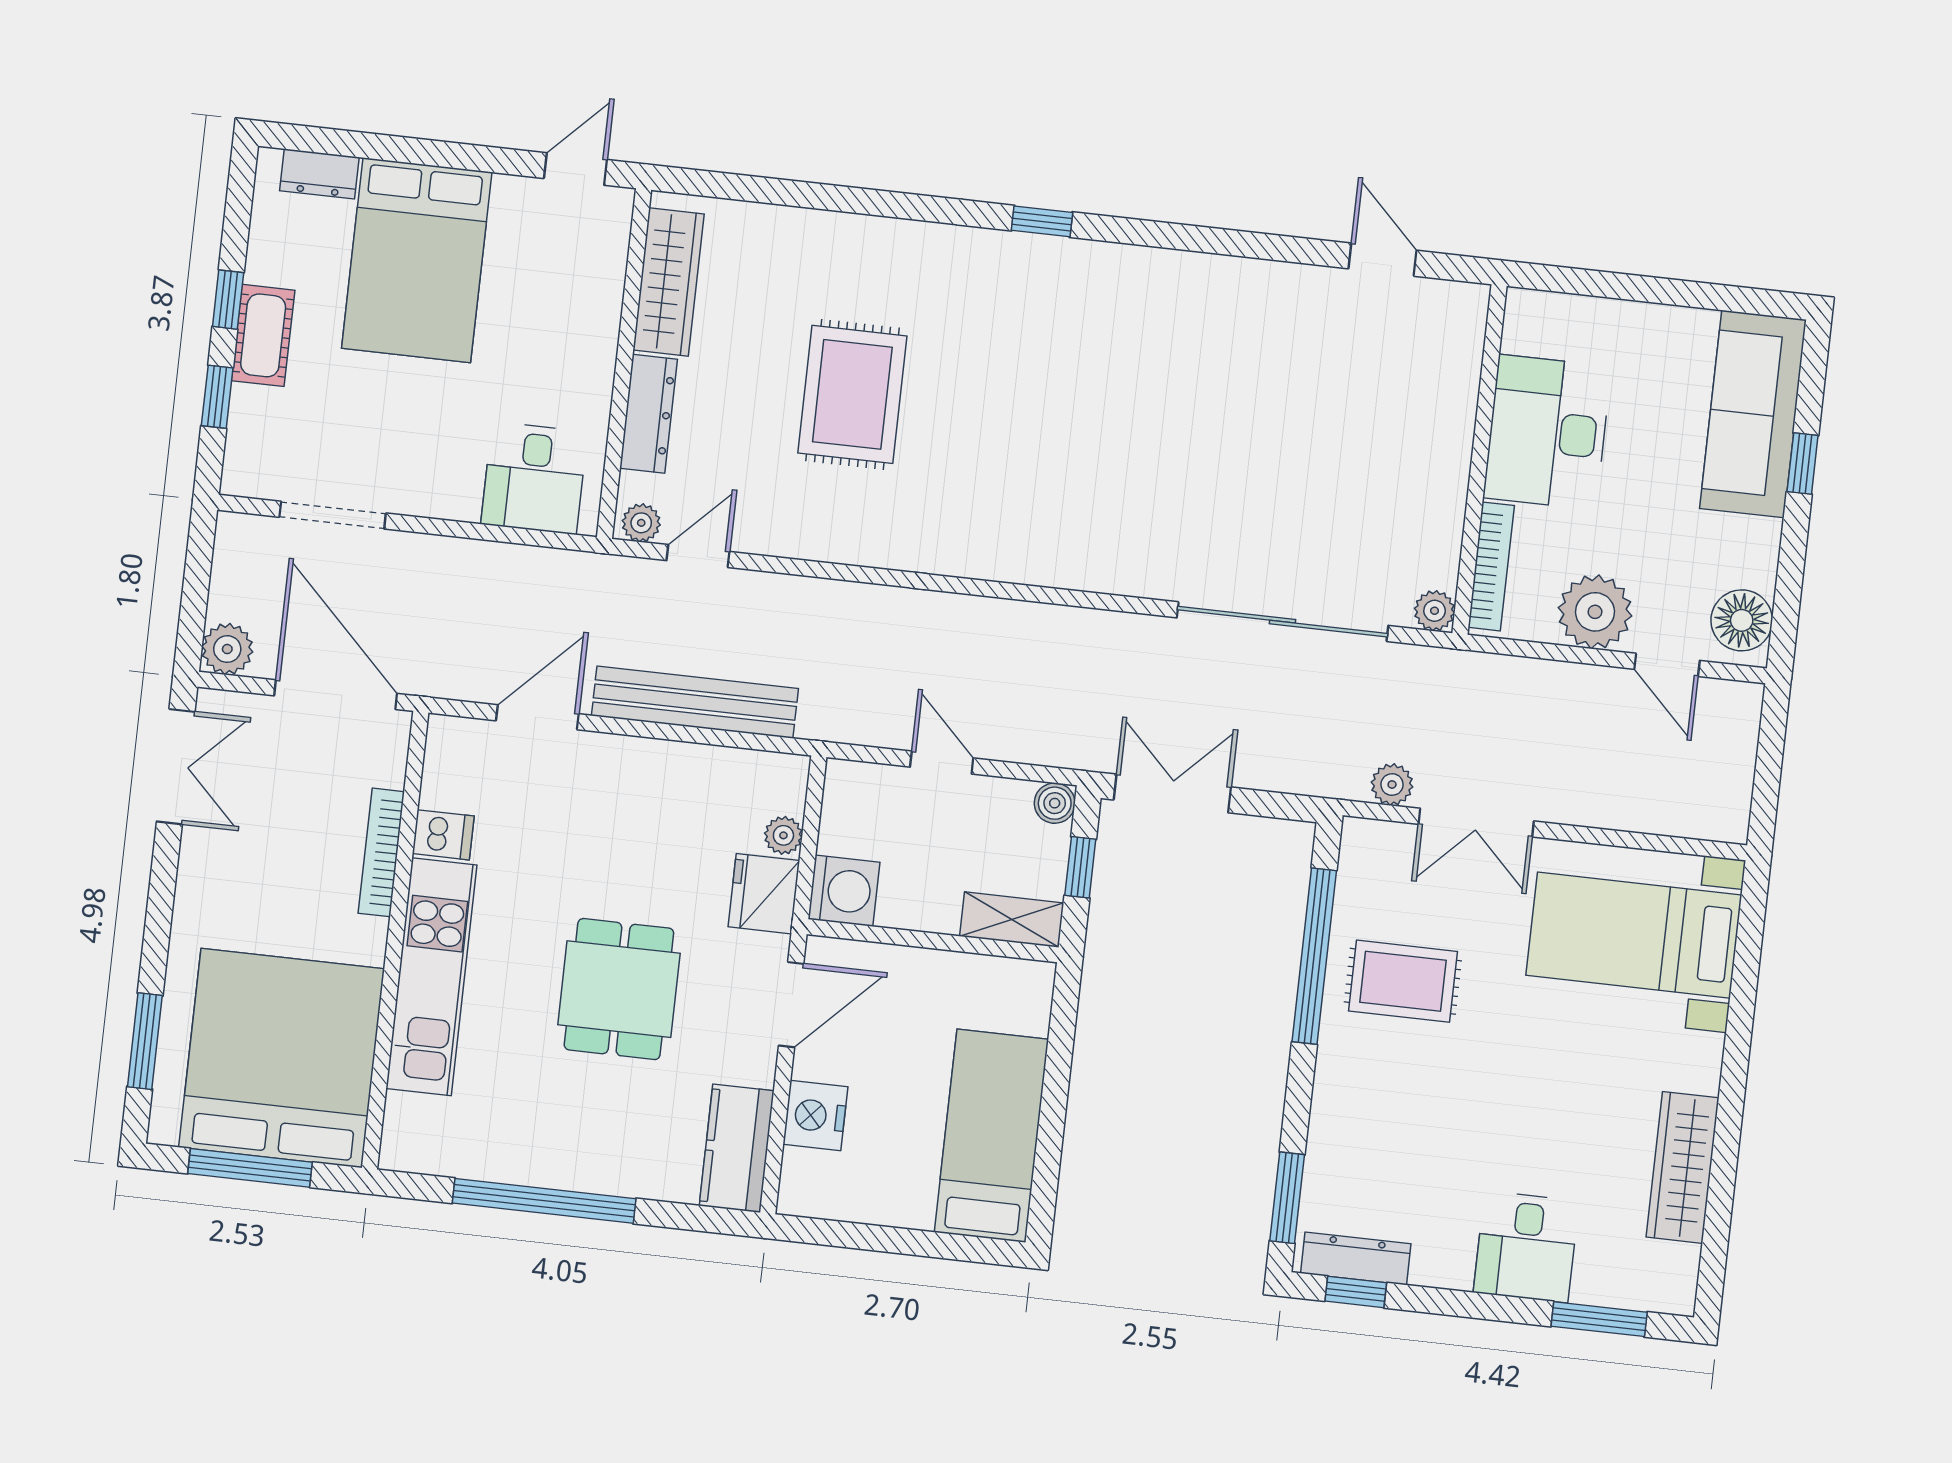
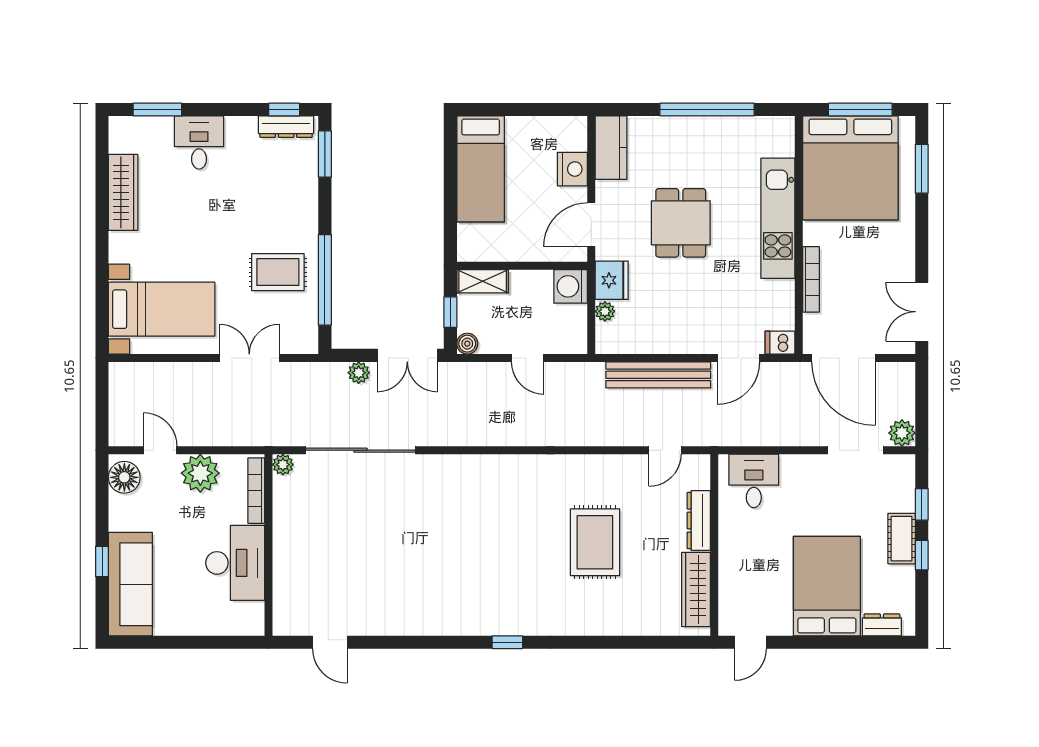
plant: (641, 523) -> (696, 464), removed
plant: (227, 649) -> (902, 433), moved
plant: (1392, 785) -> (359, 373), moved
dishwasher: (443, 835) -> (780, 343), moved

